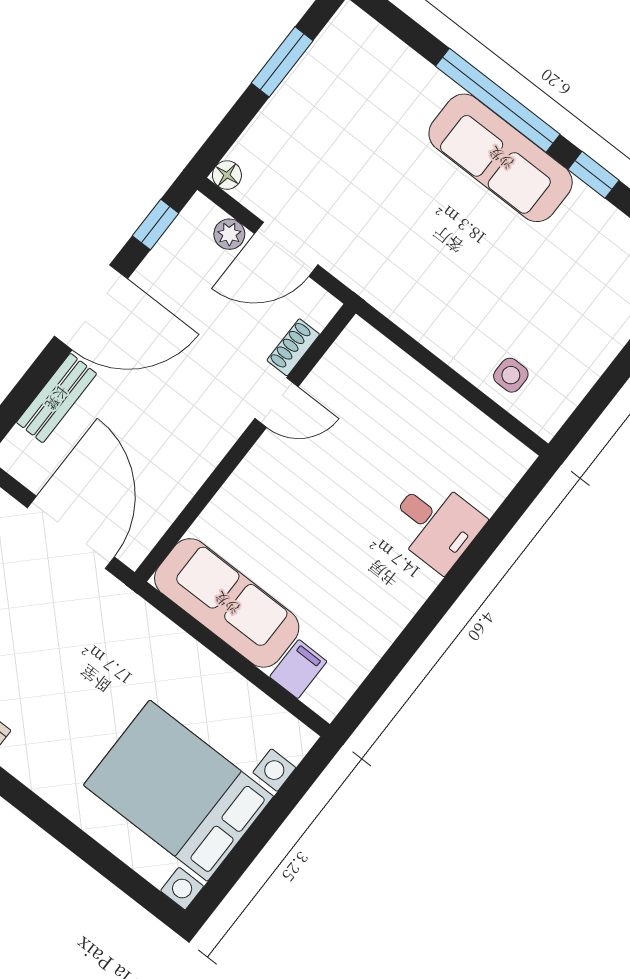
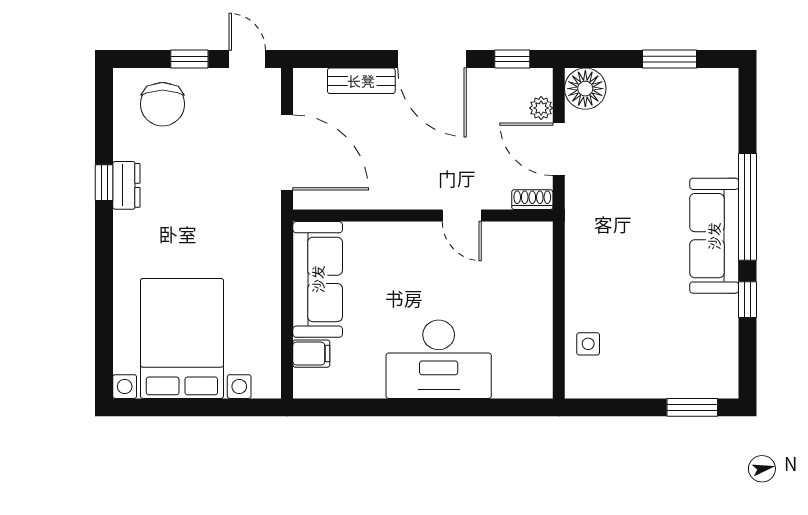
floor lamp: (227, 175) -> (585, 89), width x1.89, depth x1.89
shoe rack: (293, 347) -> (532, 200), moved
desk: (436, 524) -> (439, 359), width x1.87, depth x1.30
door: (71, 532) -> (287, 152), hinge flipped

